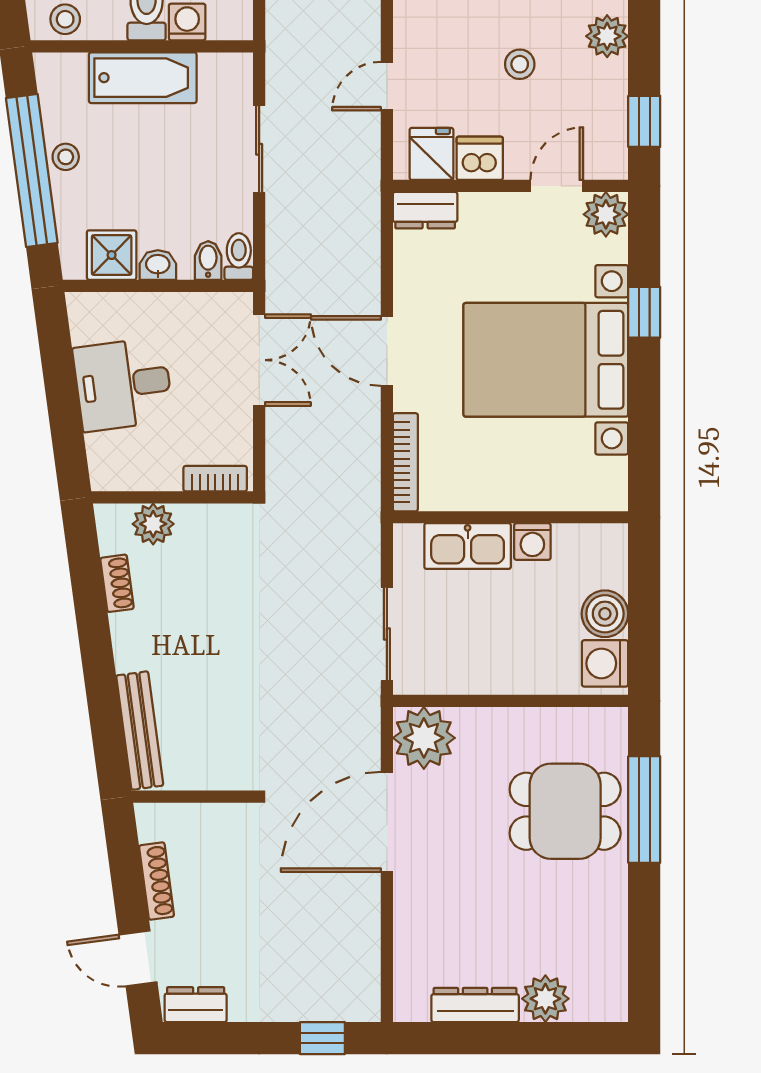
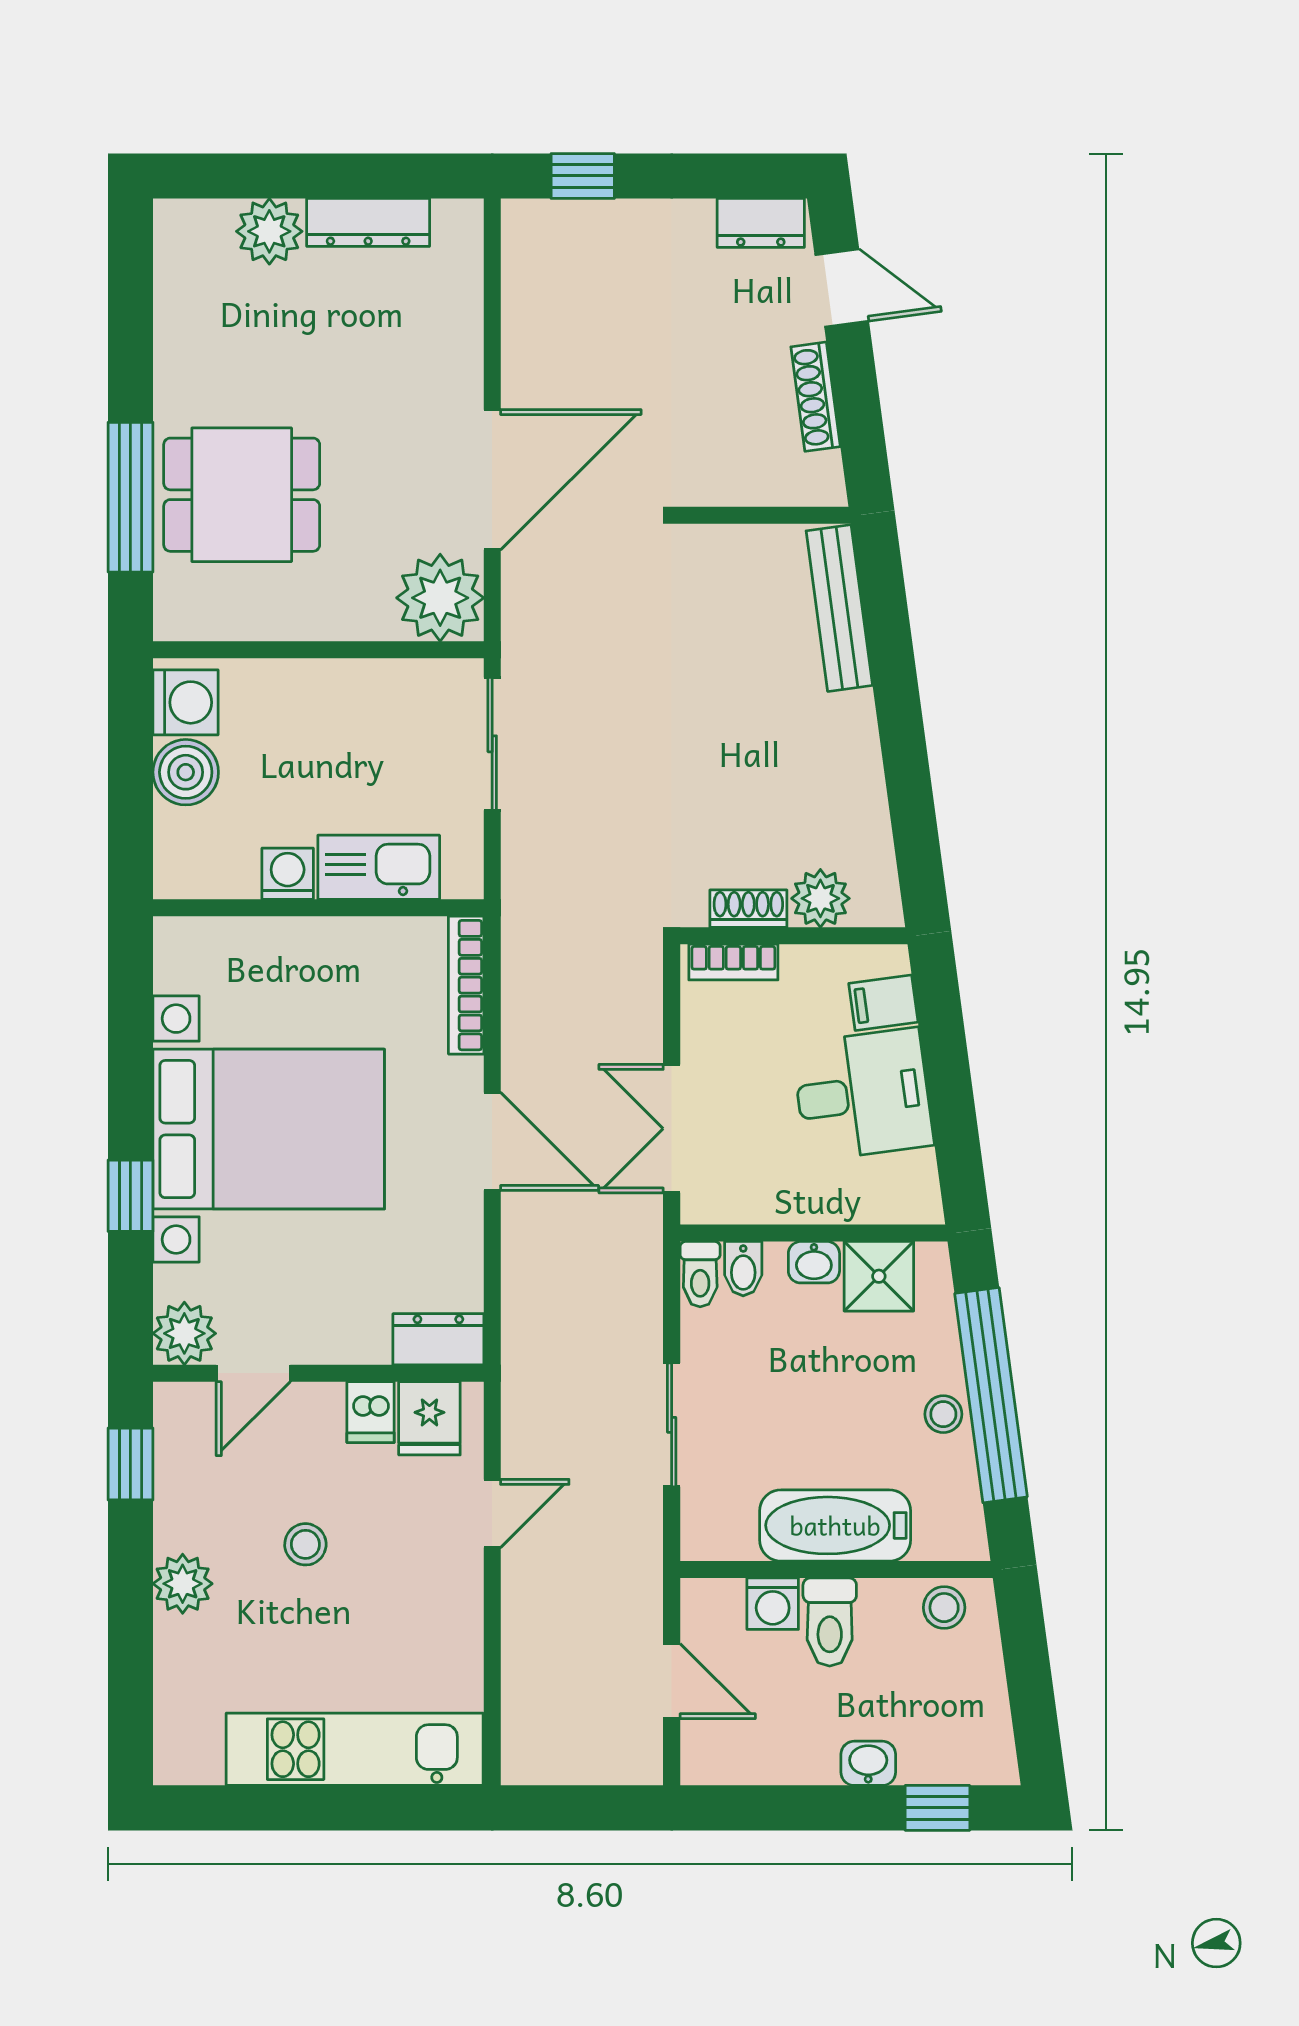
dishwasher: (480, 158) -> (371, 1412), width x0.73
filing cabinet: (108, 450) -> (883, 1003), added
shoe rack: (117, 583) -> (748, 909), moved, turned 98

